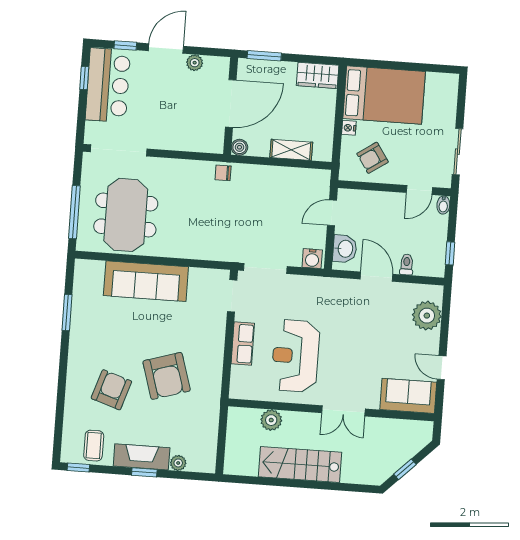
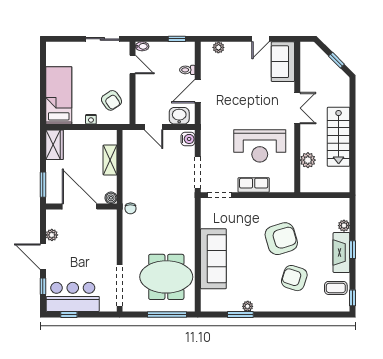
bed: (384, 95) -> (59, 95), width x0.67
plant: (427, 316) -> (218, 47), width x0.53, depth x0.53
plant: (77, 323) -> (248, 306), added

